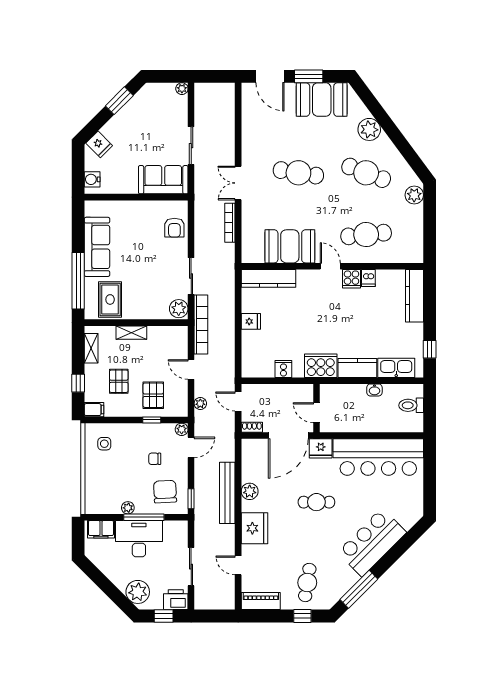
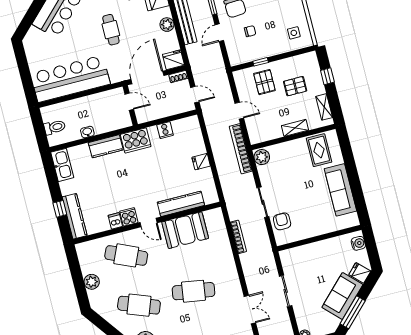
window: (119, 101) -> (353, 312), width x1.44
sofa: (163, 180) -> (342, 296), moved, turned 135
double door: (238, 183) -> (250, 310), moved
plant: (414, 195) -> (92, 282), moved
cafe table: (366, 235) -> (126, 255), turned 30
sliding door: (191, 276) -> (263, 202), moved
kitchen counter: (268, 278) -> (181, 204), moved
window: (78, 281) -> (349, 159), removed
window: (430, 349) -> (60, 209), moved
kitchen sink: (396, 368) -> (62, 165), moved, turned -90
pallet: (119, 381) -> (295, 86), turned 90
plant: (200, 404) -> (225, 85), removed
filing cabinet: (94, 410) -> (309, 58), removed
plant: (182, 429) -> (235, 60), removed
door: (191, 447) -> (219, 33), moved
fridge: (321, 448) -> (173, 60), moved
cafe table: (316, 502) -> (111, 30), turned 90

